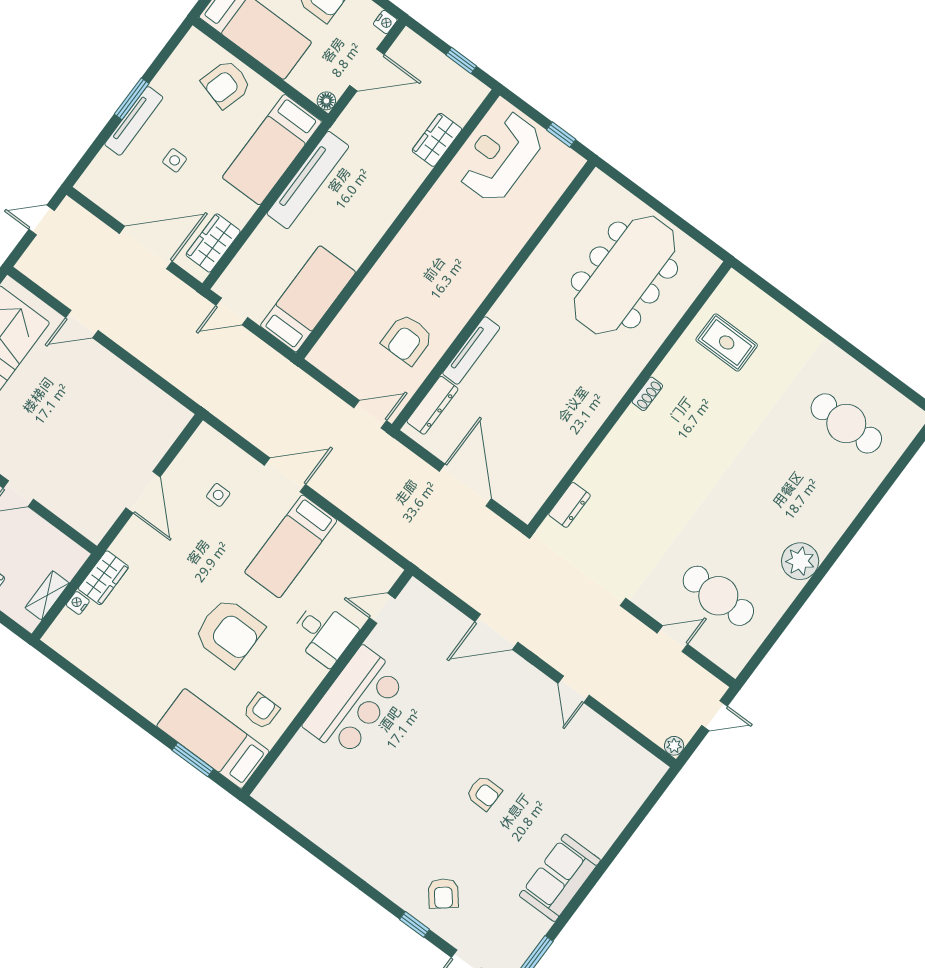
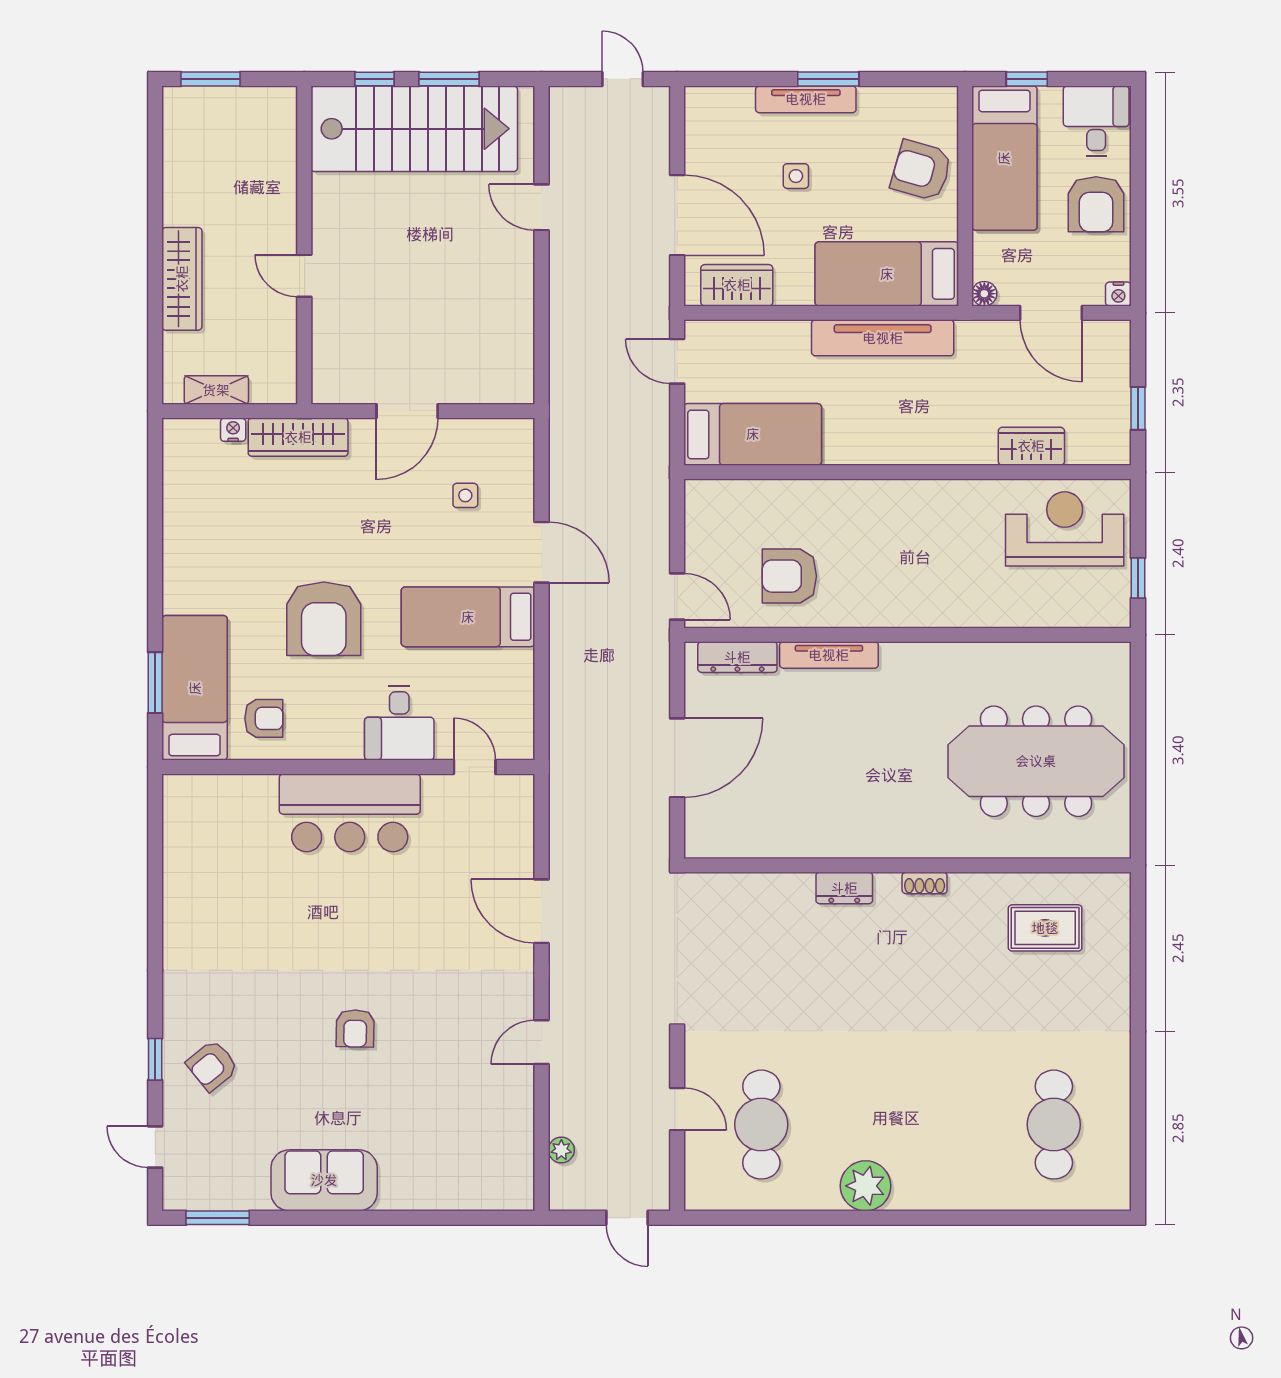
rug: (727, 343) -> (1045, 928), turned 90
dresser: (570, 505) -> (844, 888), moved
wardrobe: (103, 578) -> (298, 437), width x1.50
plant: (674, 746) -> (561, 1150), moved

